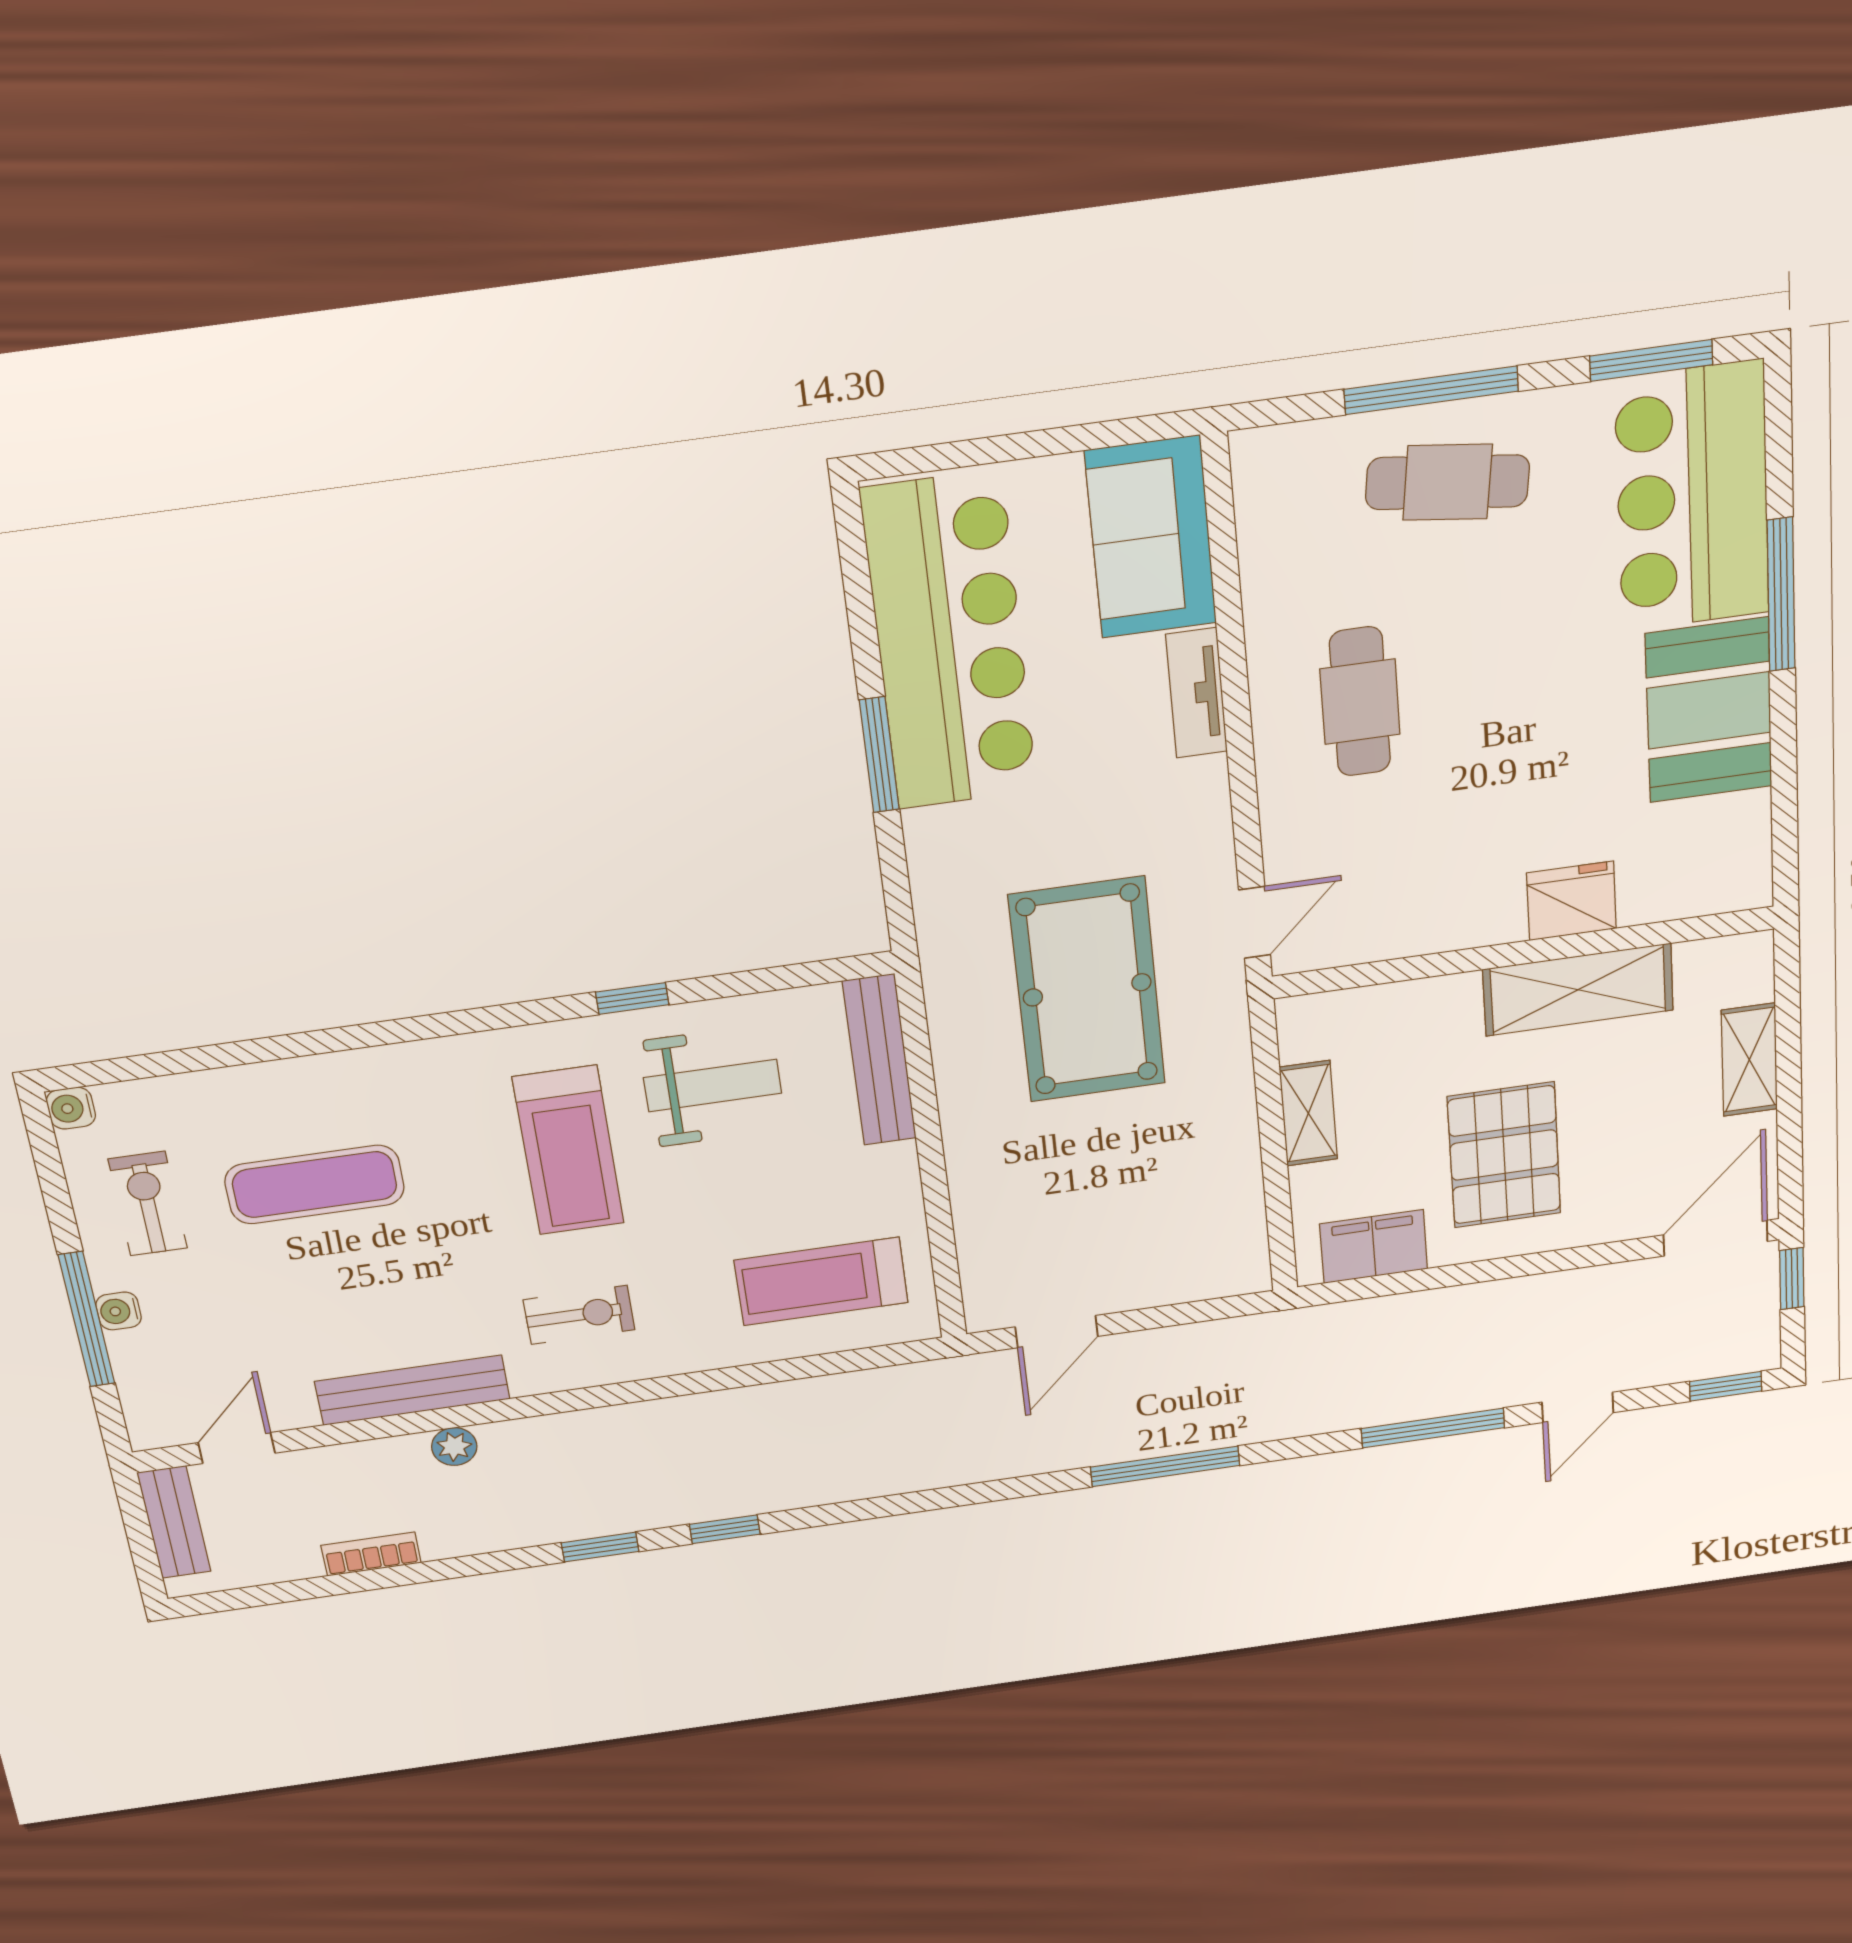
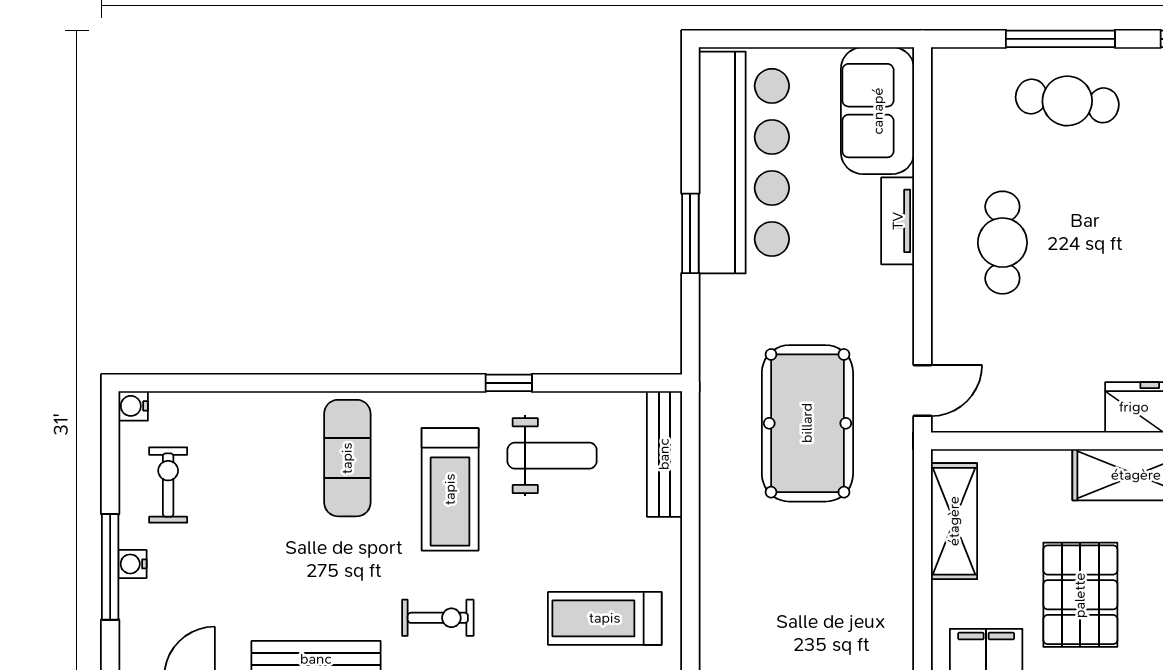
shelving: (1308, 1113) -> (954, 521), width x1.50, depth x1.33
exercise mat: (315, 1185) -> (347, 458), moved, turned 90

